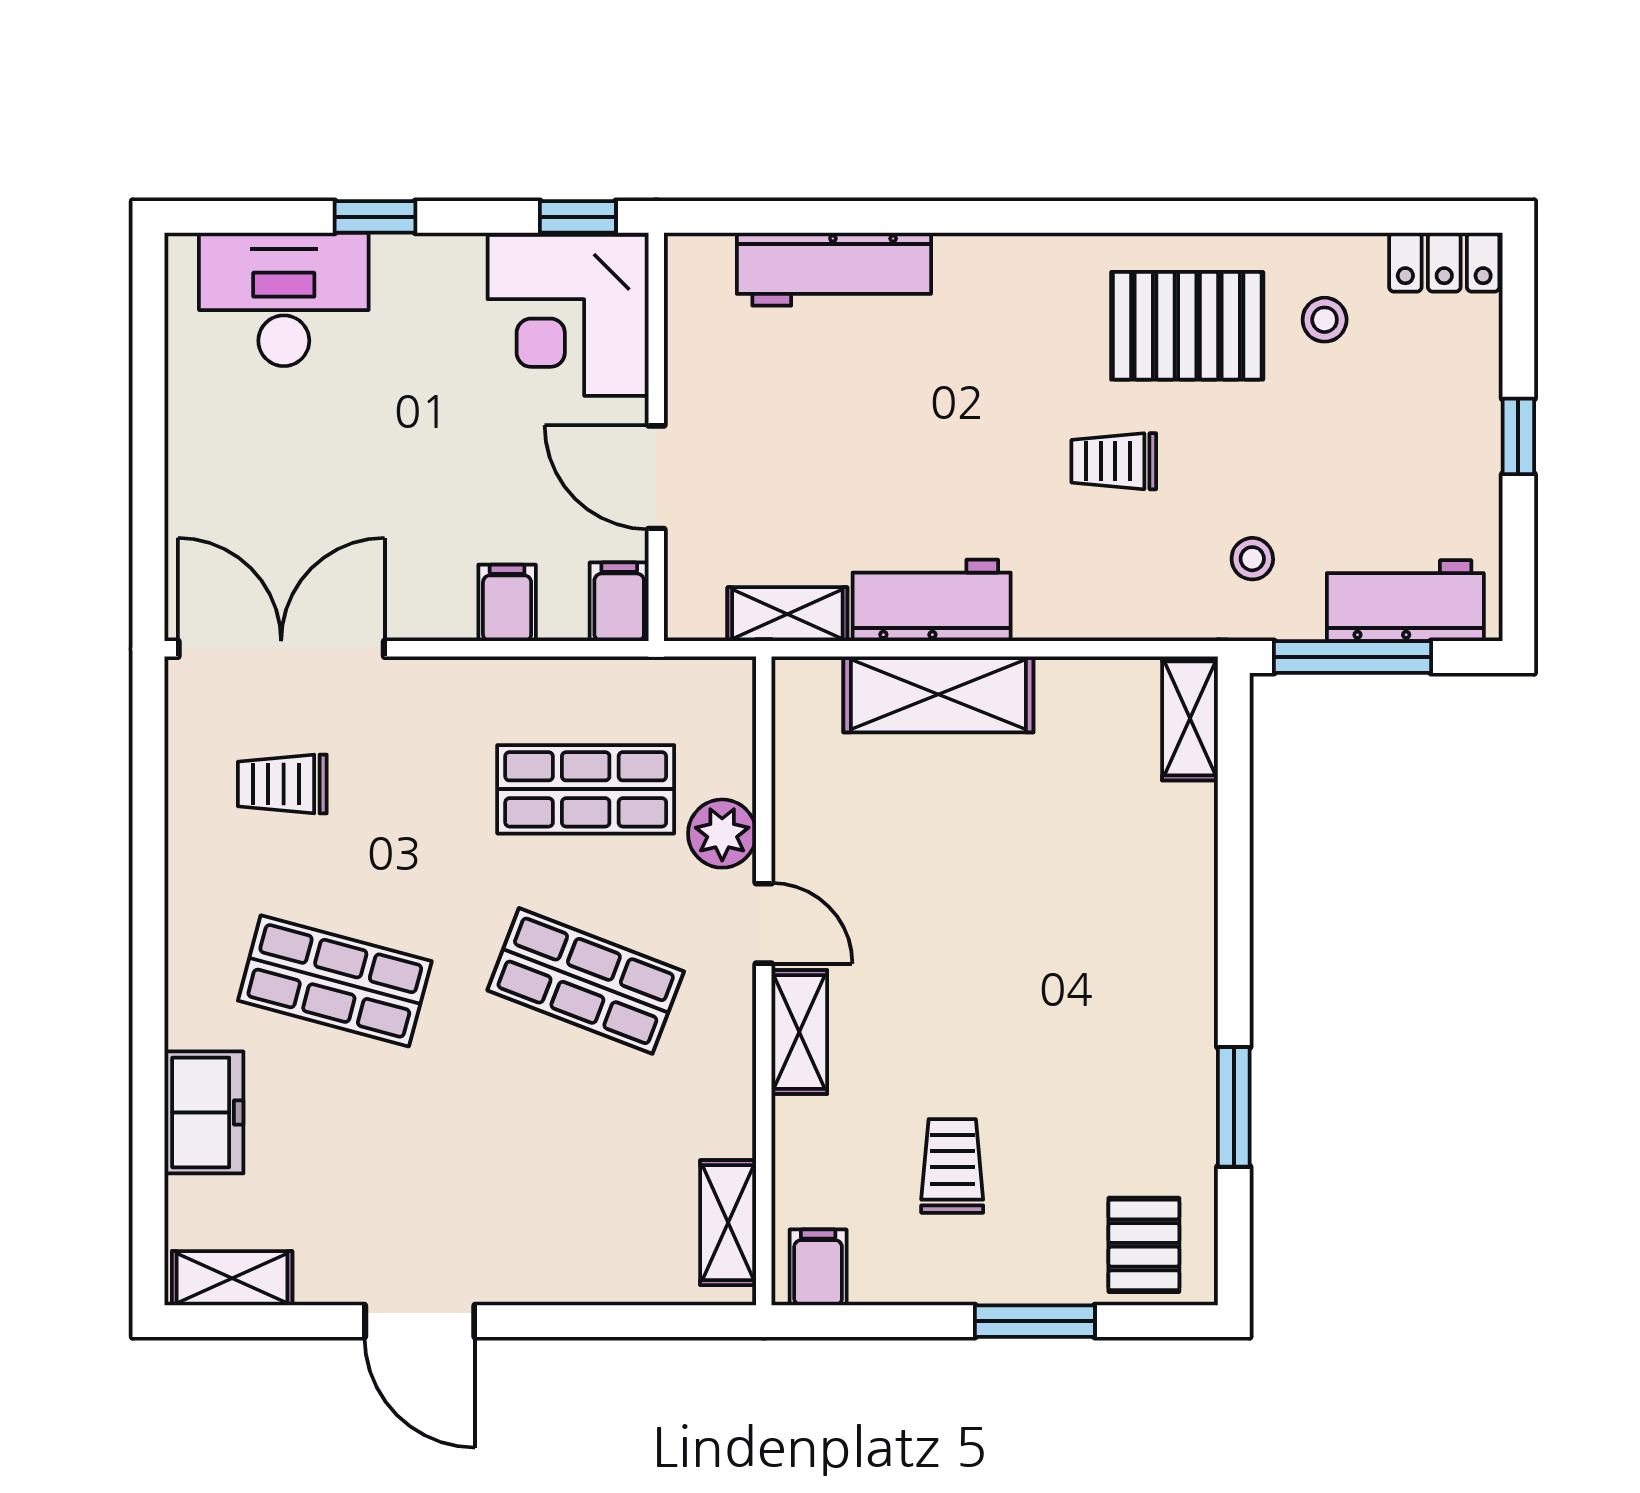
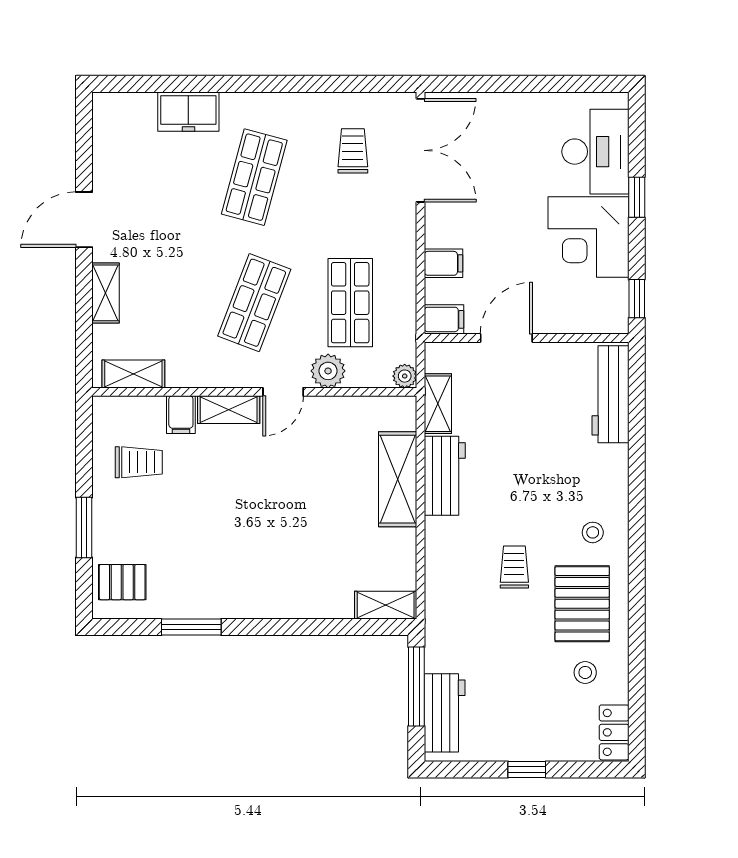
workbench: (834, 269) -> (611, 394), moved
corner desk: (568, 315) -> (588, 237), moved, turned -90
stool: (1252, 559) -> (593, 532), moved
plant: (732, 680) -> (405, 376), added
trolley: (952, 1166) -> (139, 462), moved
filing cabinet: (818, 1267) -> (181, 415), moved, turned 90
shelving: (232, 1278) -> (105, 293), moved

